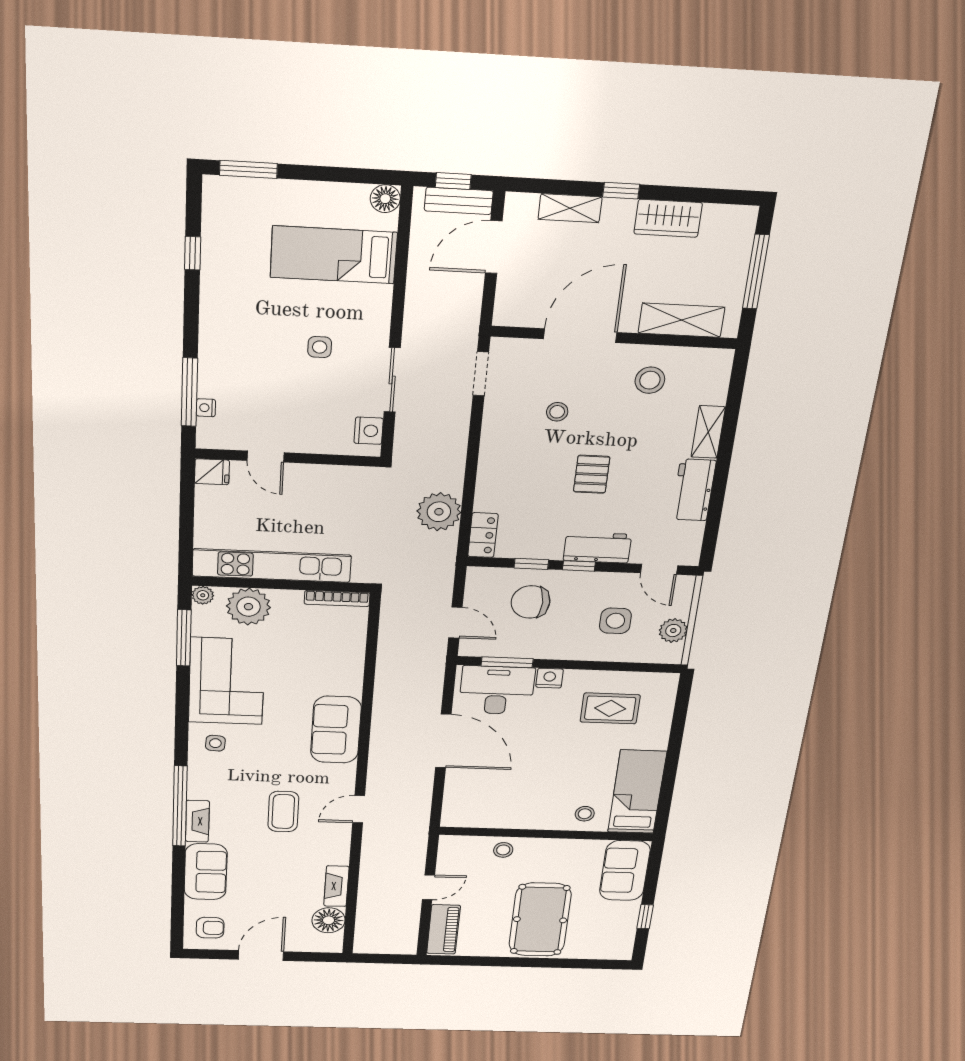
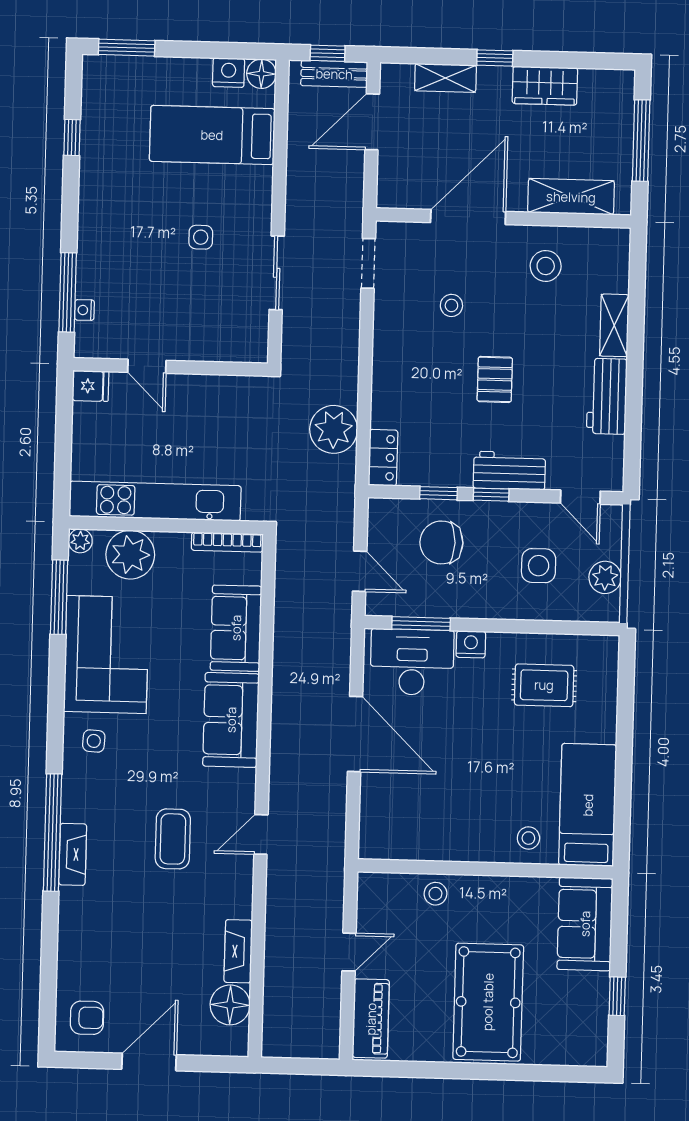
nightstand: (369, 431) -> (229, 73), moved, turned -90
sofa: (206, 872) -> (236, 628), moved, turned 180

